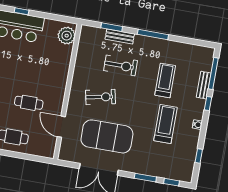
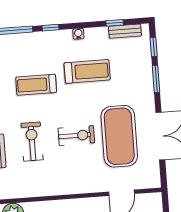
bench: (204, 85) -> (125, 31), moved
exercise bike: (101, 97) -> (76, 136), moved, turned 102
treadmill: (165, 124) -> (87, 71), turned 180

